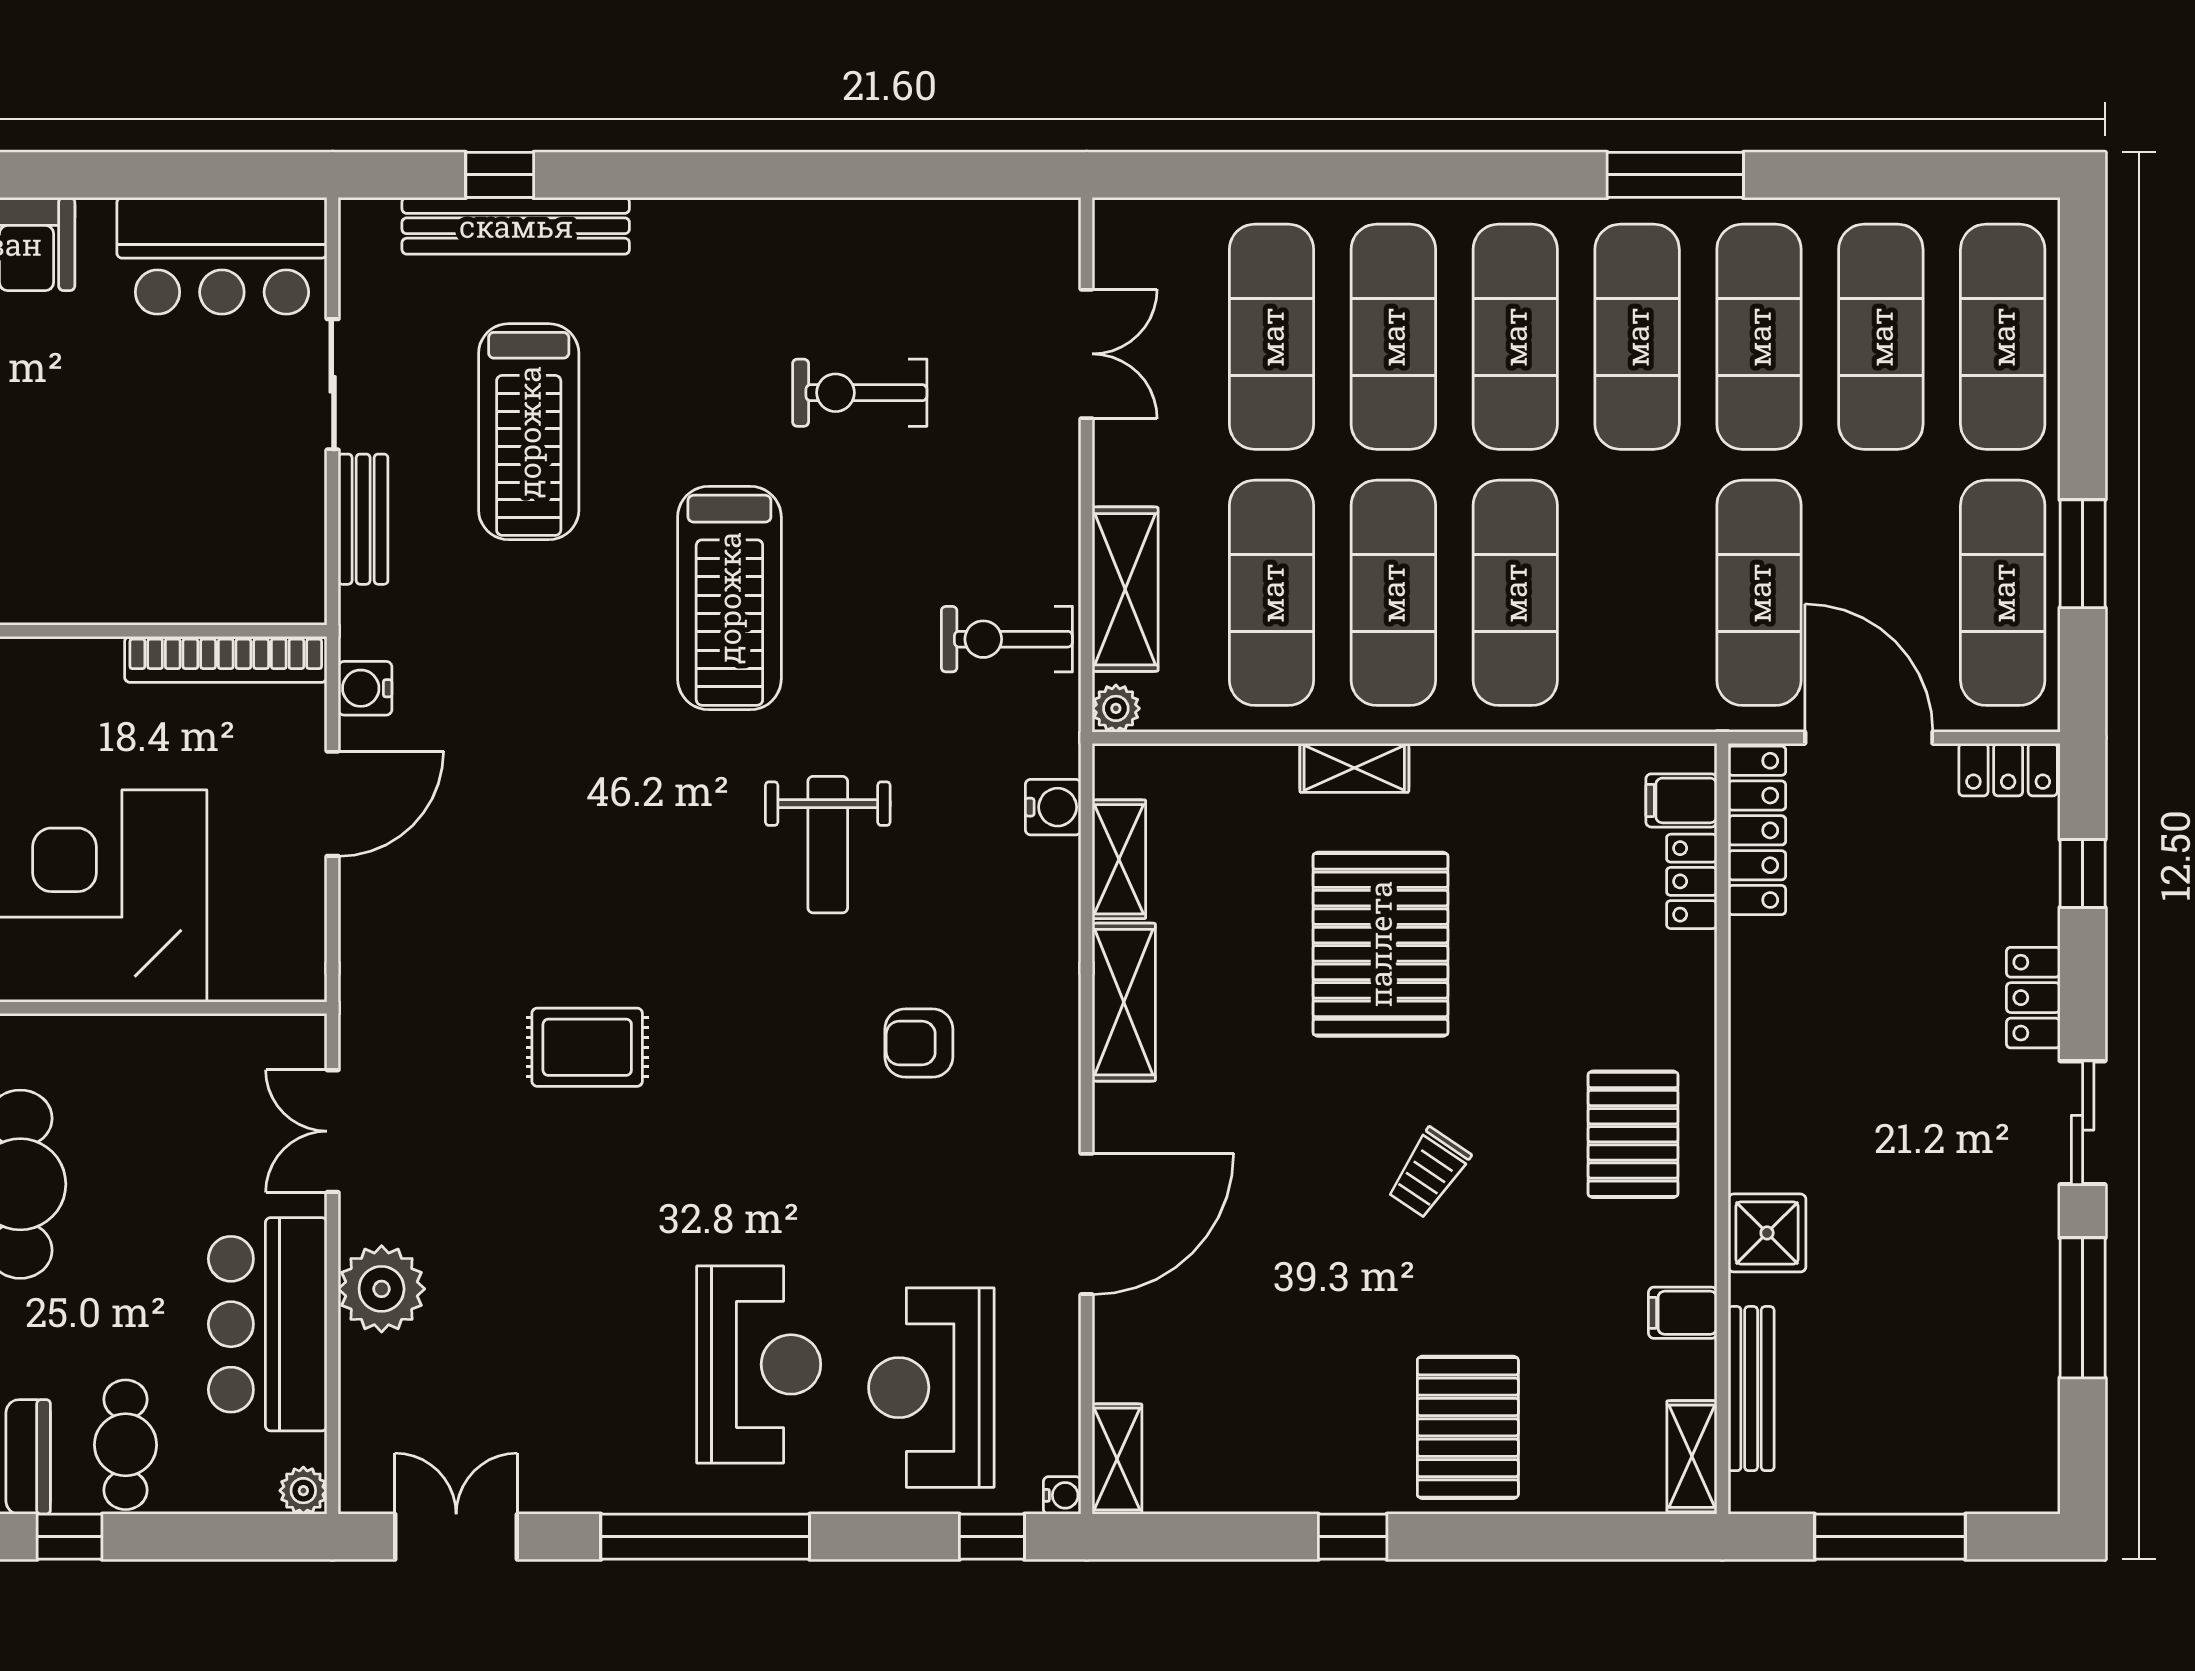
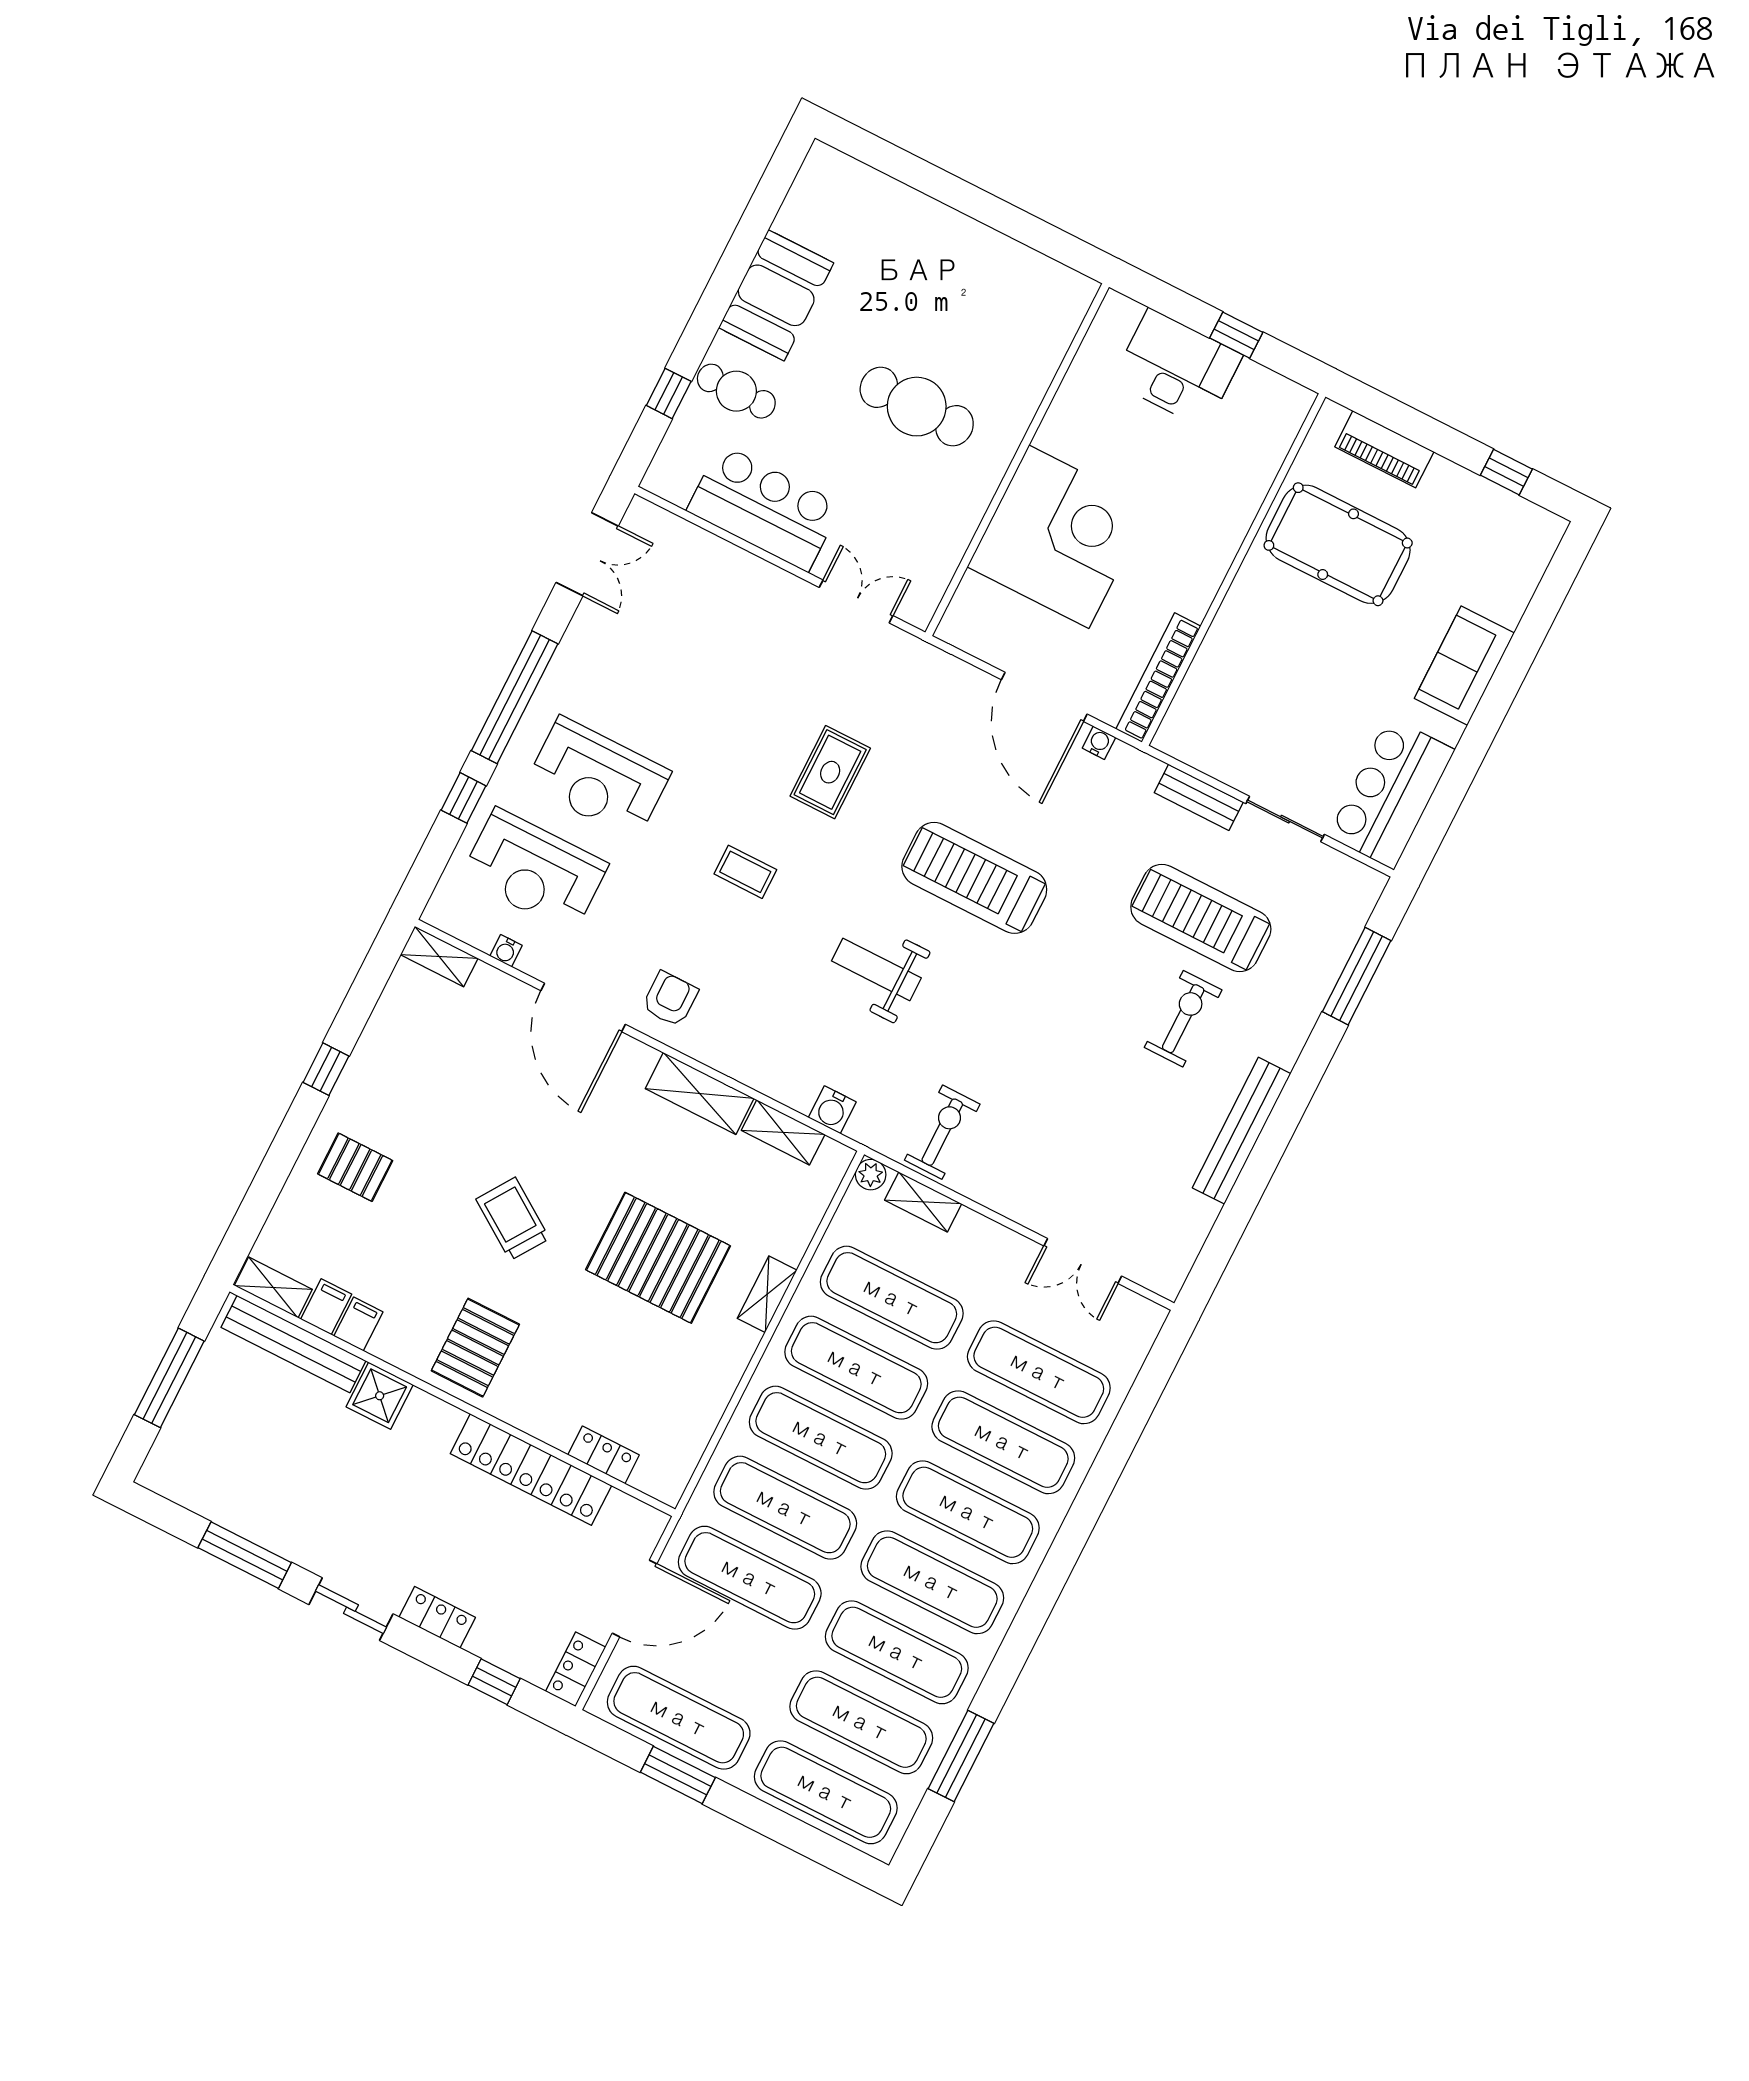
window: (500, 175) -> (1357, 976), width x2.17
window: (1675, 175) -> (961, 1756), moved
bench: (516, 226) -> (1242, 1131), moved
exercise bike: (860, 393) -> (1183, 1019), moved
shelving: (1125, 589) -> (923, 1202), width x0.67, depth x0.75
exercise mat: (1637, 593) -> (785, 1508), added
treadmill: (729, 598) -> (974, 878), moved
water cooler: (365, 688) -> (1099, 743), width x0.72, depth x0.72
filing cabinet: (1681, 800) -> (326, 1307), moved
door: (333, 804) -> (1044, 697), width x1.36
locker: (1757, 830) -> (531, 1470), moved, width x1.41, depth x1.21
armchair: (919, 1043) -> (670, 999), moved
coffee table: (785, 1095) -> (745, 872), added
pallet: (1633, 1134) -> (475, 1348), turned 90
trolley: (1429, 1173) -> (513, 1219), width x1.36, depth x1.39
plant: (382, 1289) -> (751, 584), removed
reception desk: (931, 1388) -> (534, 871), turned 180
bench: (1751, 1389) -> (293, 1344), width x1.37, depth x1.21
pallet: (1468, 1427) -> (355, 1167), width x0.67, depth x0.71
plant: (303, 1491) -> (658, 480), removed
water cooler: (1062, 1495) -> (506, 951), moved
window: (70, 1537) -> (669, 393), moved
window: (992, 1537) -> (464, 798), moved

